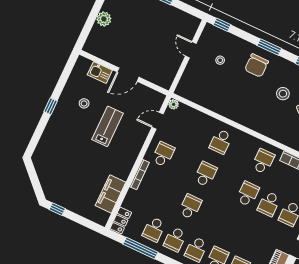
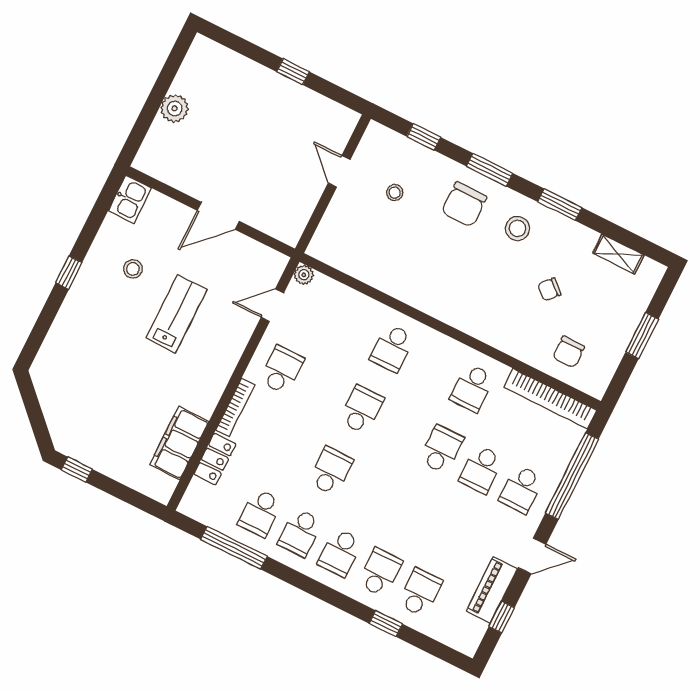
window: (222, 25) -> (424, 137), moved
kitchen sink: (100, 73) -> (130, 199), moved, turned -90
stool: (283, 94) -> (517, 228), moved
school desk: (263, 161) -> (472, 388), turned 180
locker: (121, 220) -> (215, 459), moved

